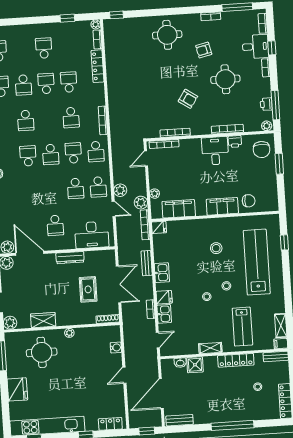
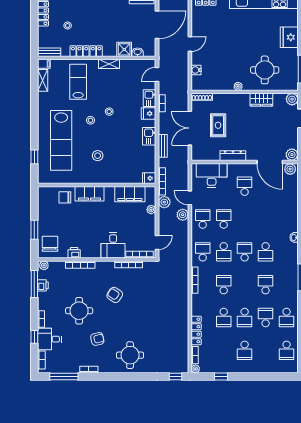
desk: (215, 151) -> (113, 245), moved

